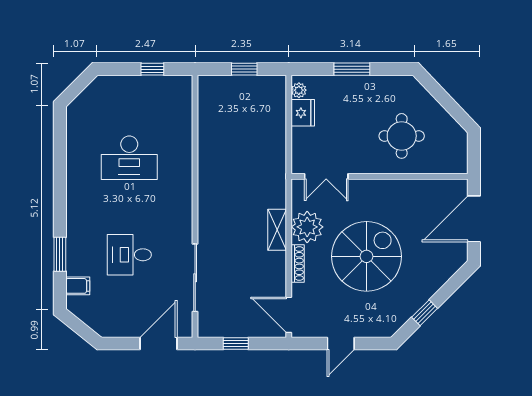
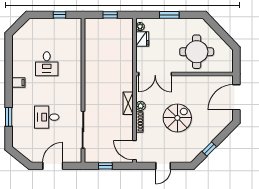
round table: (402, 136) -> (197, 52), width x1.36, depth x1.36
desk: (129, 158) -> (47, 64), width x0.73
double door: (326, 176) -> (155, 74), width x1.37
plant: (307, 227) -> (141, 106), width x0.53, depth x0.53
spiral stairs: (367, 256) -> (177, 118), width x0.73, depth x0.73
filing cabinet: (78, 286) -> (18, 83), moved
door: (158, 343) -> (53, 166), moved

